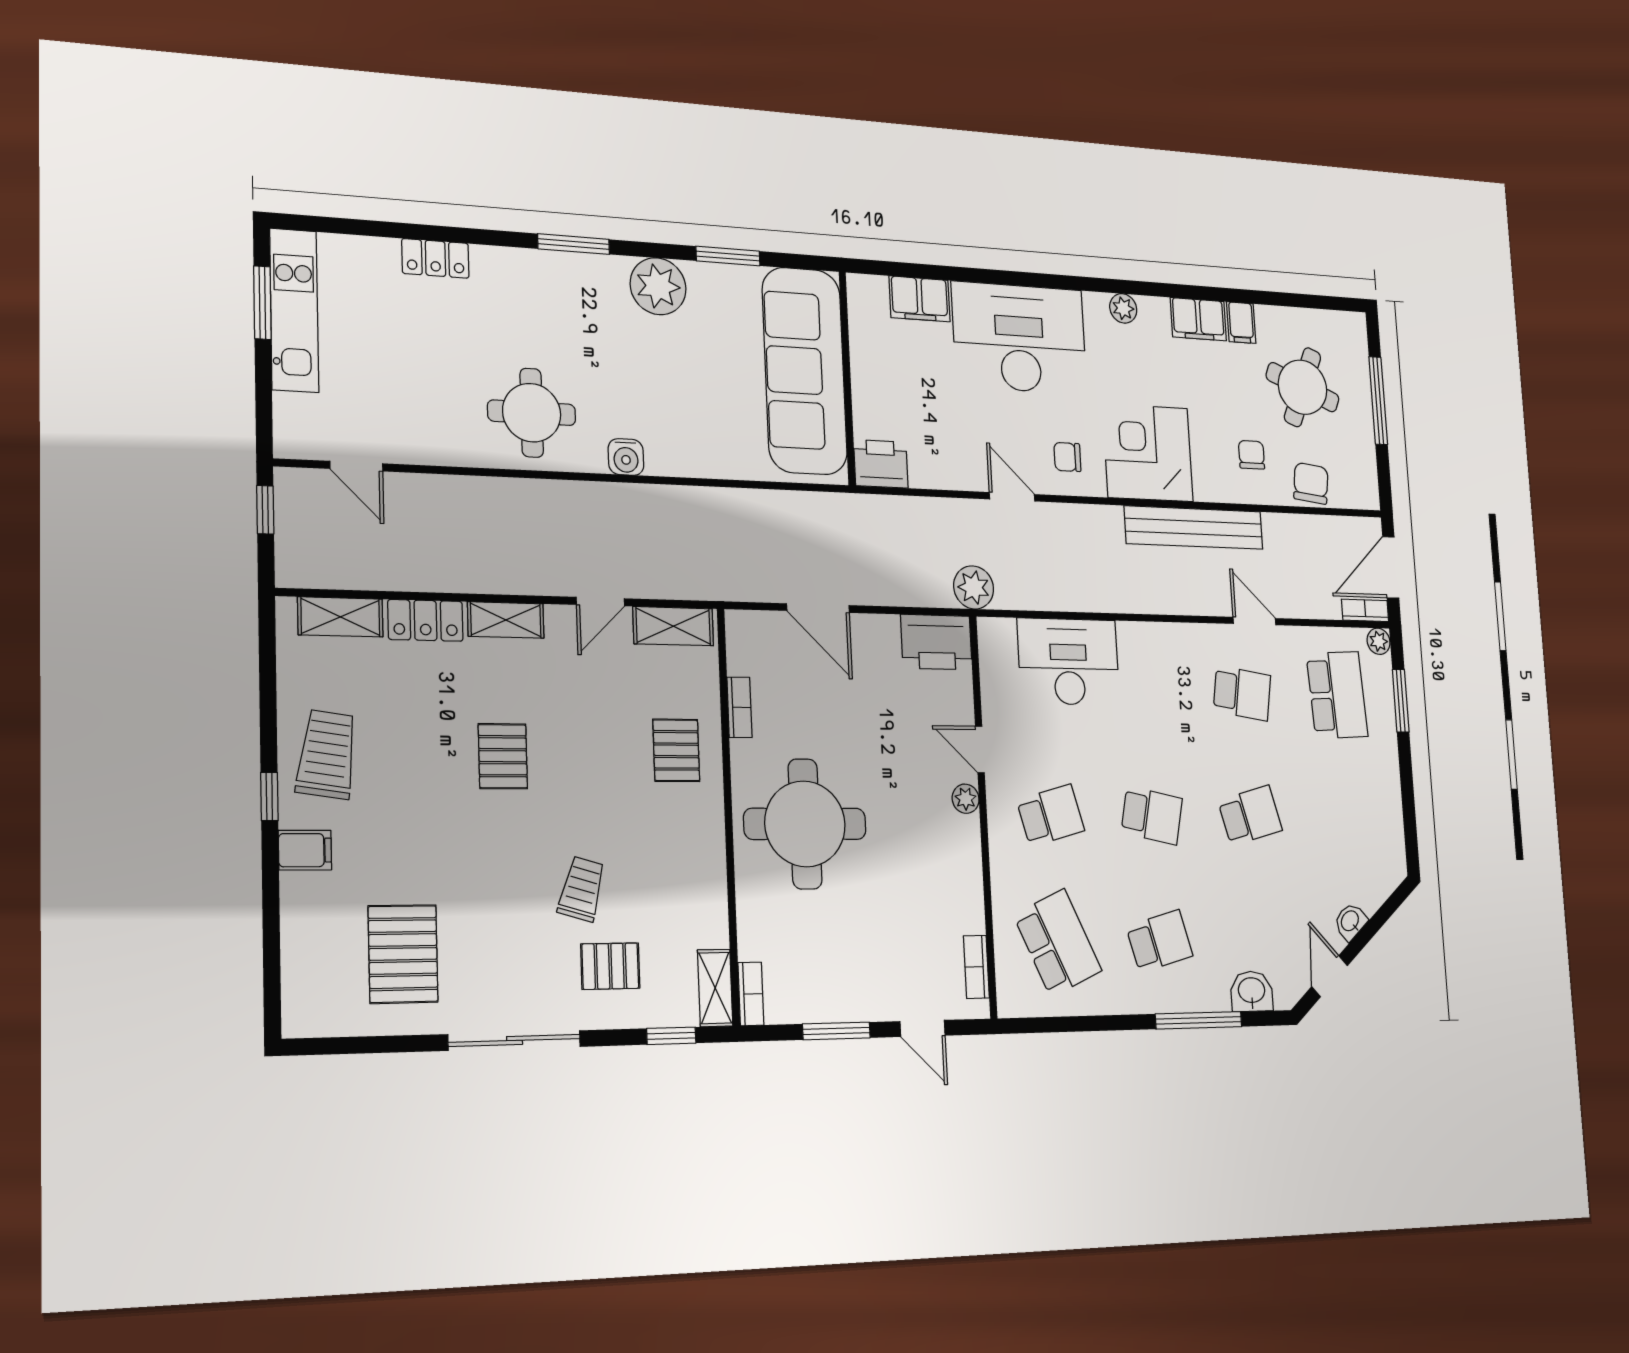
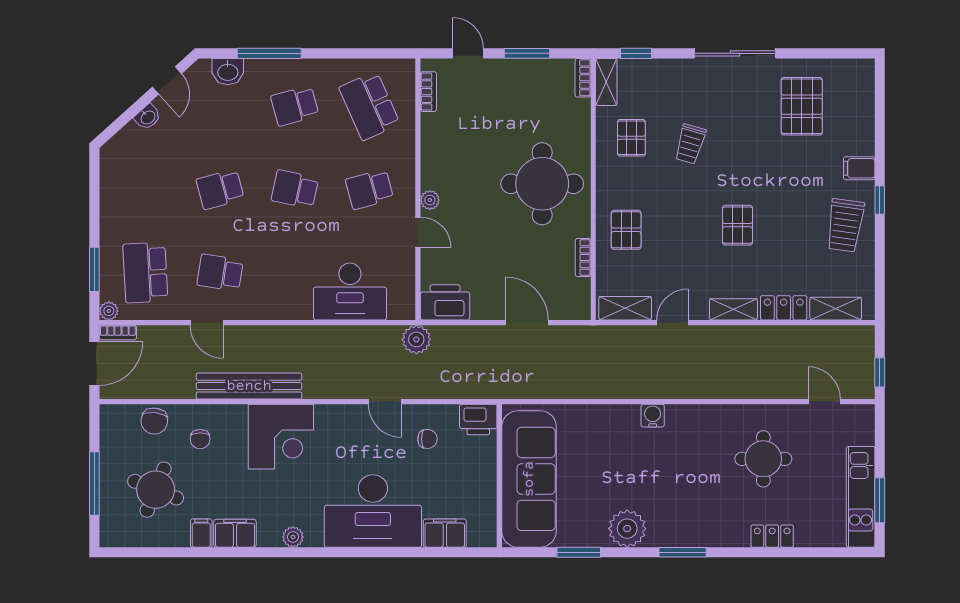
round table: (532, 413) -> (763, 459), moved
chair: (1067, 457) -> (427, 439), moved
pallet: (610, 966) -> (631, 138), moved, turned 90

